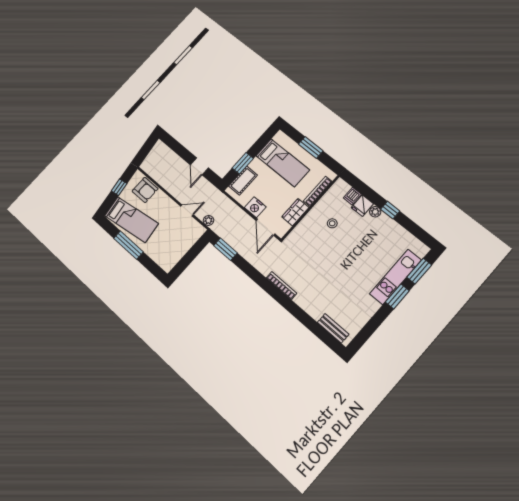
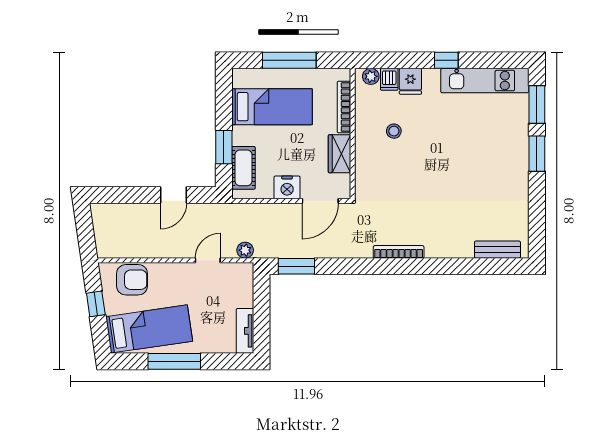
window: (311, 147) -> (289, 60), width x1.44
door: (199, 166) -> (173, 195), hinge flipped
plant: (375, 212) -> (371, 76), moved
door: (265, 227) -> (320, 201), hinge flipped
tv unit: (173, 259) -> (245, 331), added
kitchen unit: (395, 277) -> (485, 81), moved, turned -90

